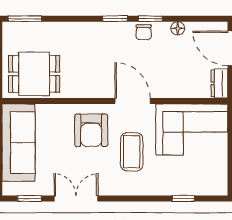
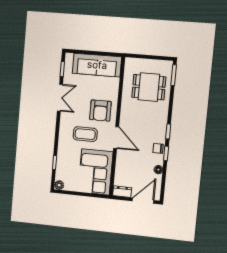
dining table: (34, 74) -> (149, 87), moved, turned 90
door: (133, 101) -> (116, 138), hinge flipped
armchair: (91, 130) -> (100, 111), turned -90
plant: (220, 188) -> (59, 185), added

